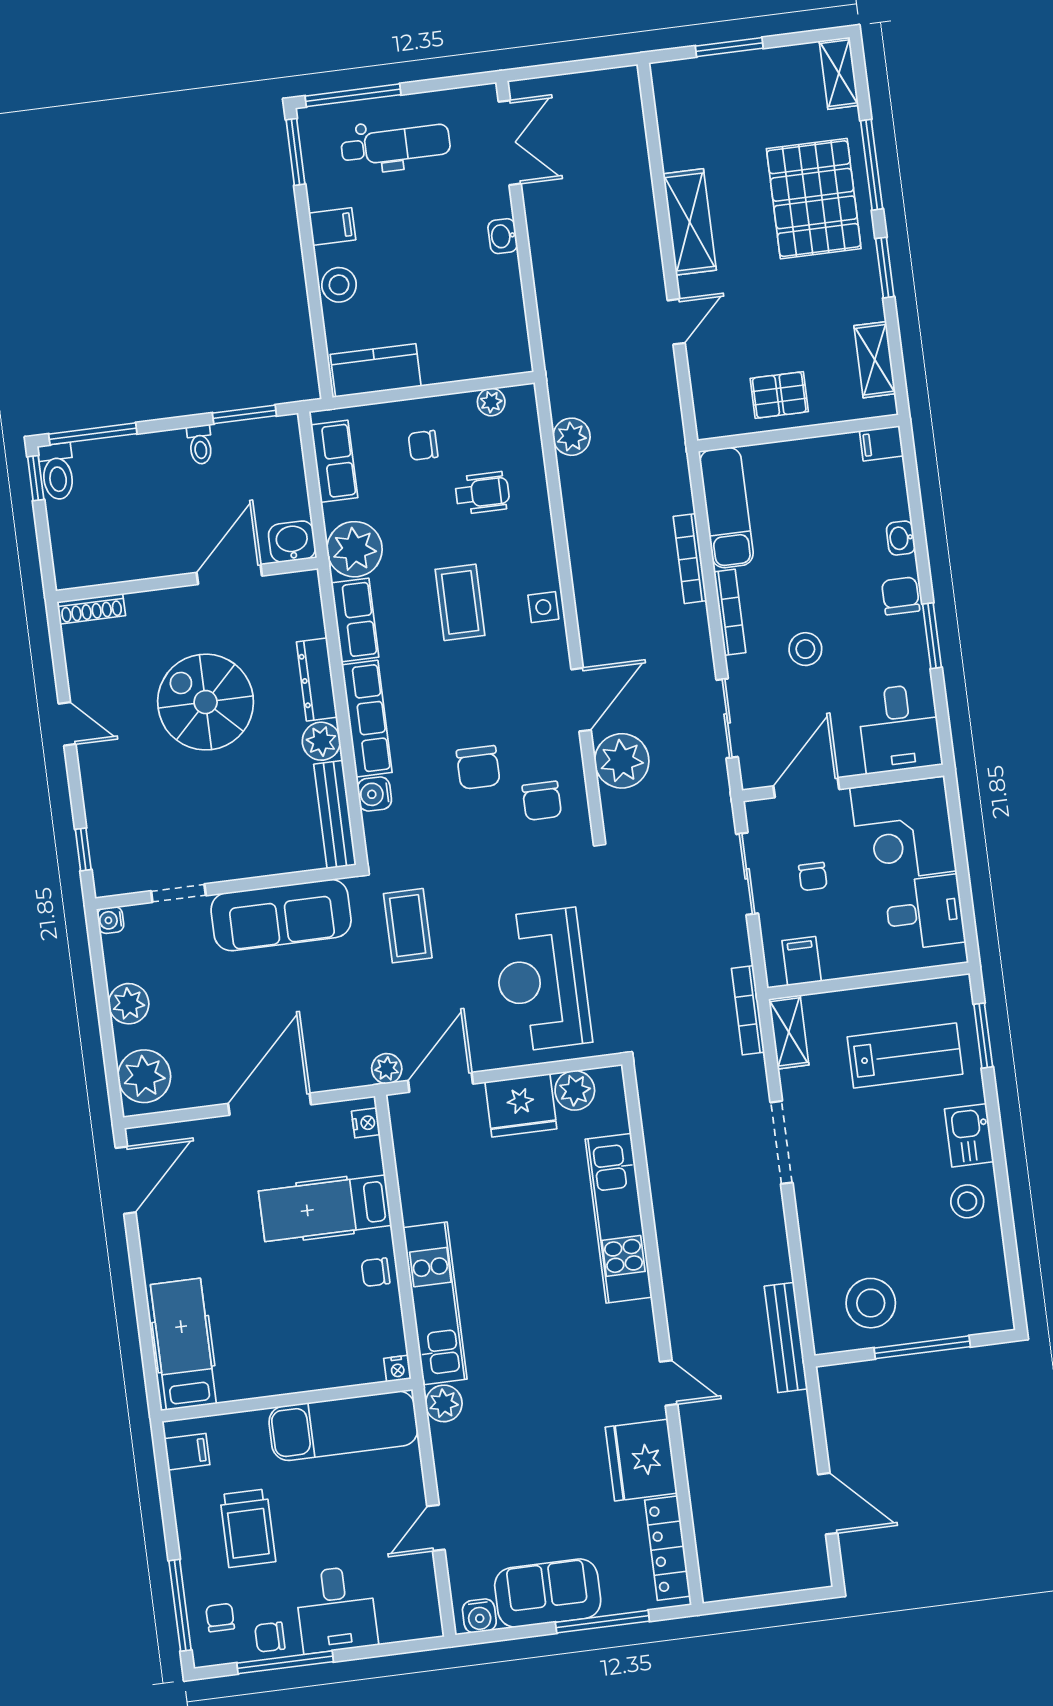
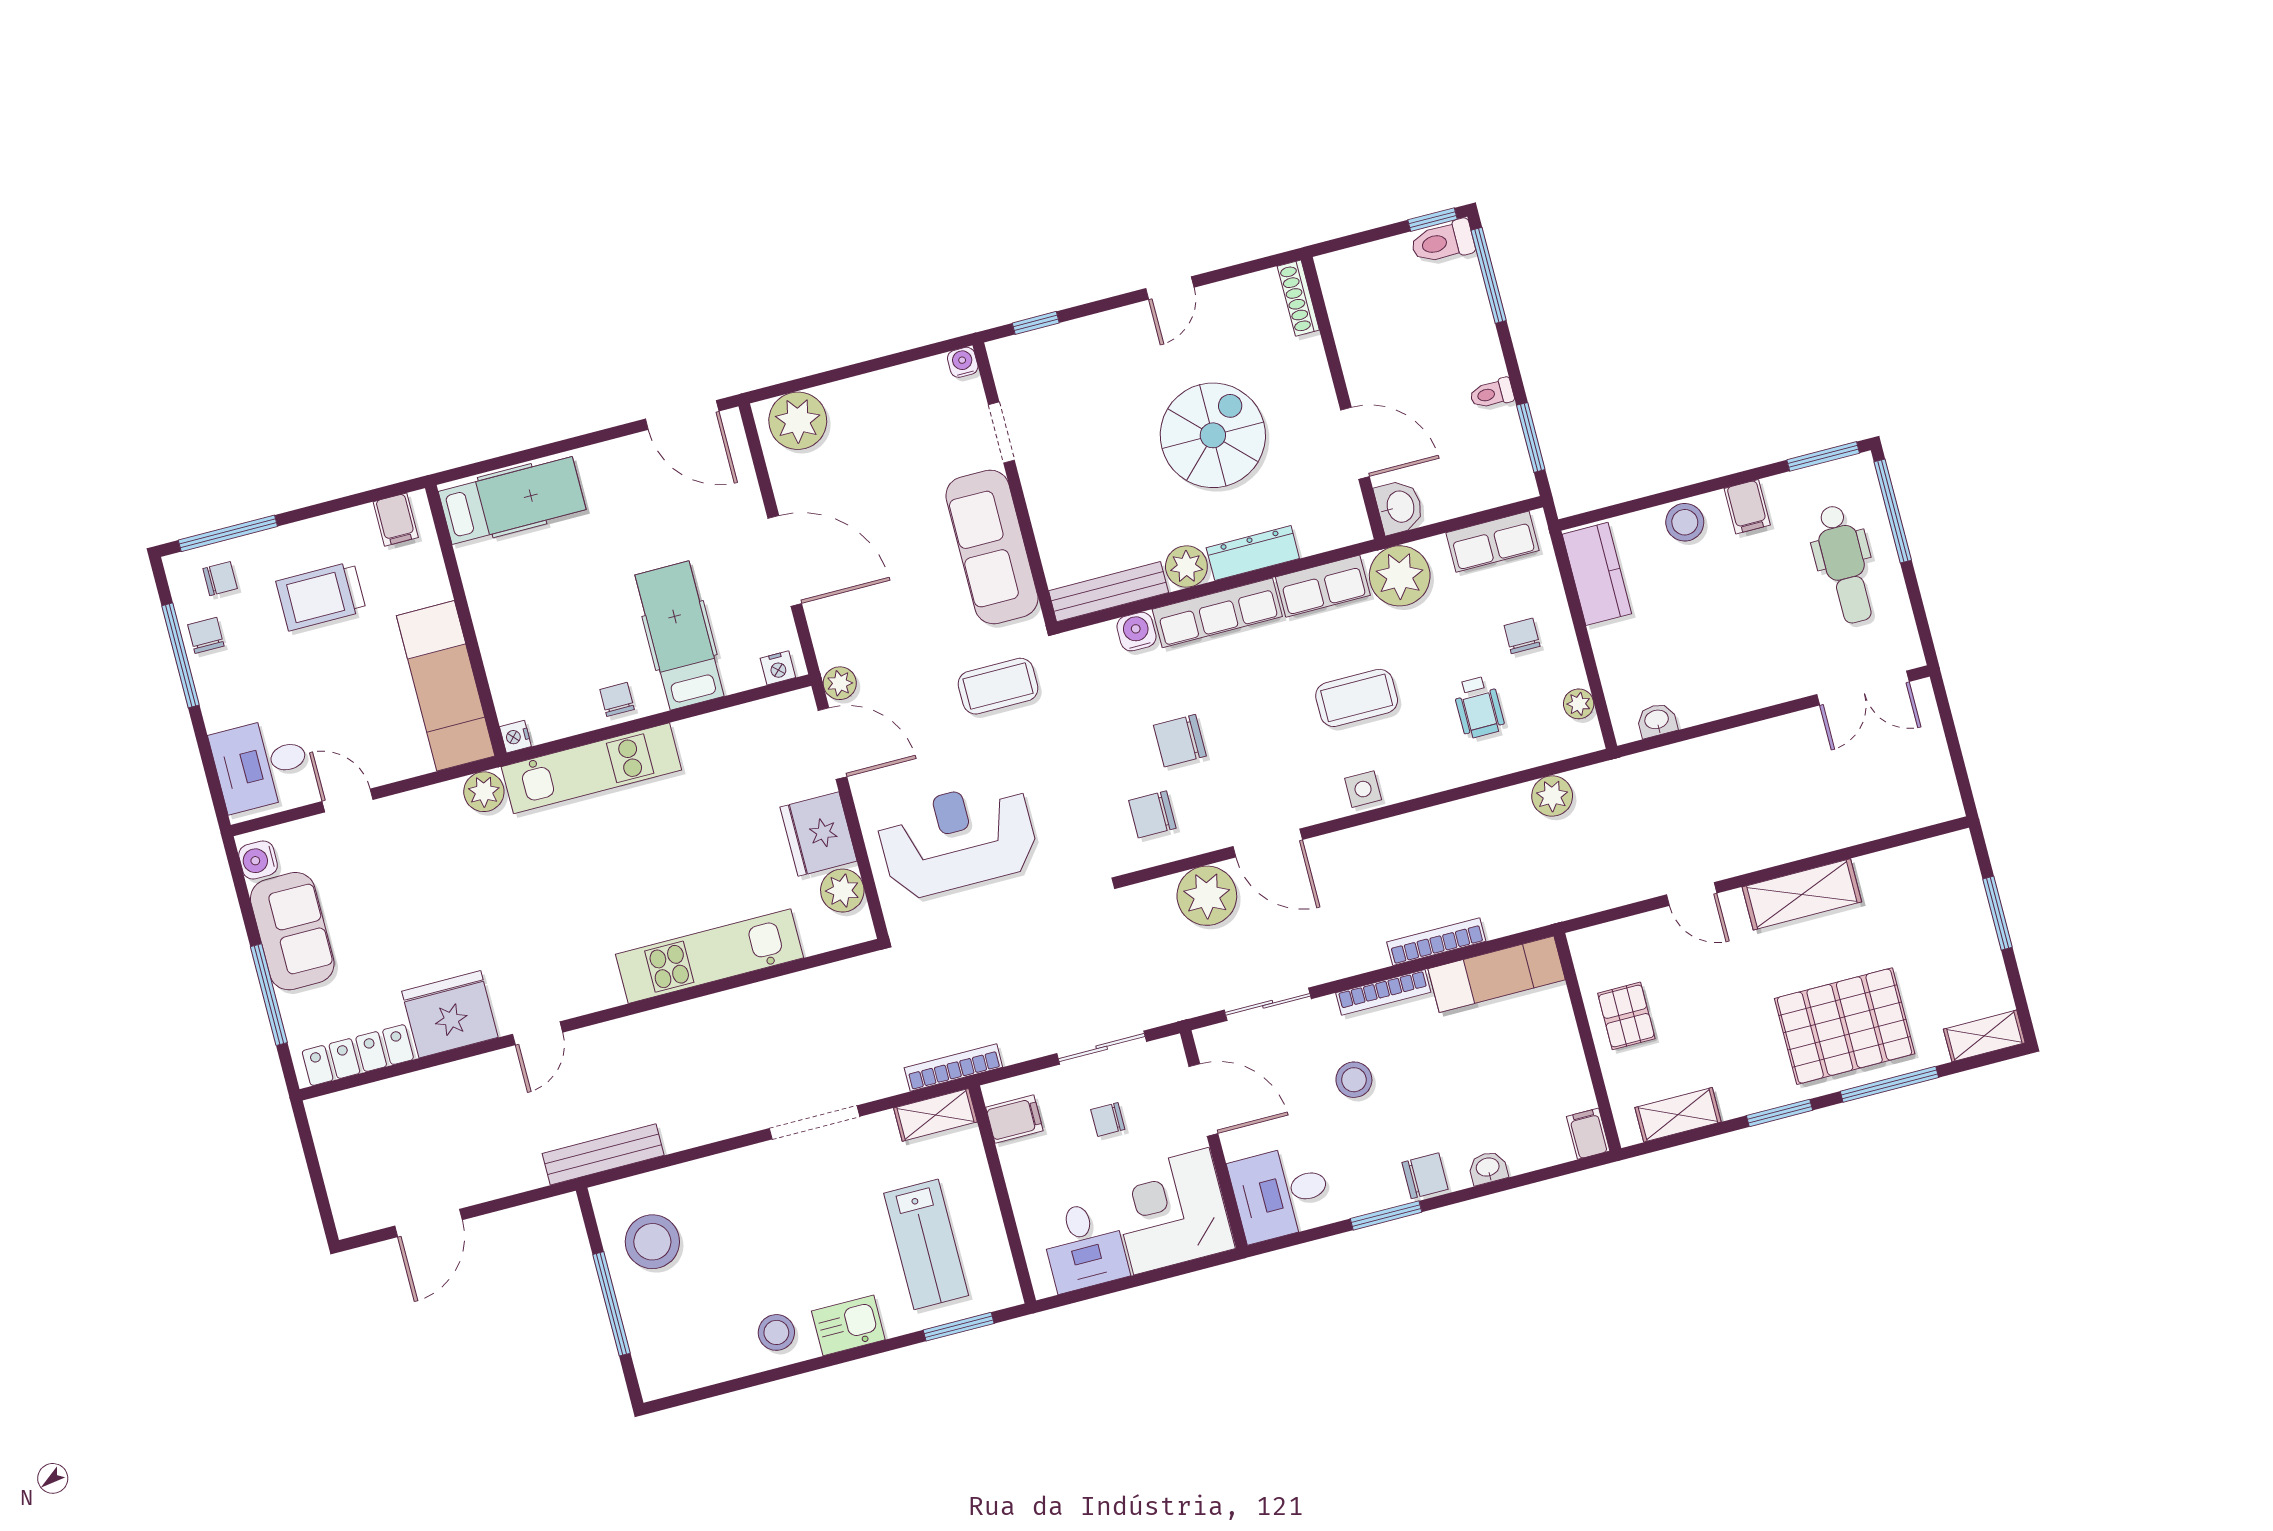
washbasin: (503, 236) -> (1657, 720), moved
plant: (129, 1004) -> (874, 394), removed
desk: (336, 1609) -> (261, 764), moved

